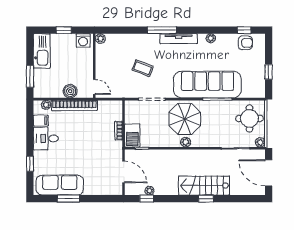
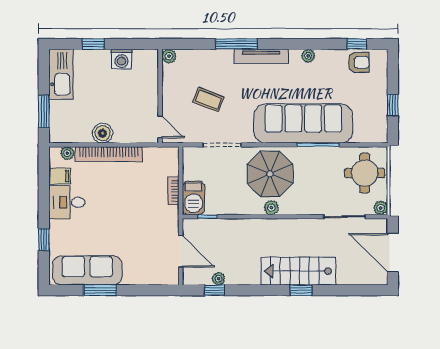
plant: (100, 39) -> (169, 56), moved
wall: (94, 66) -> (160, 96), moved
door: (94, 87) -> (160, 127), moved

